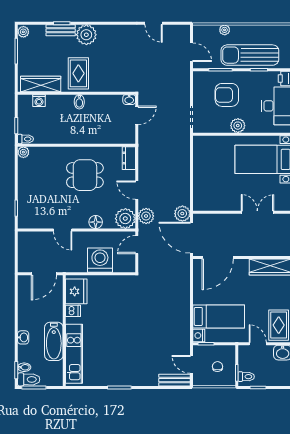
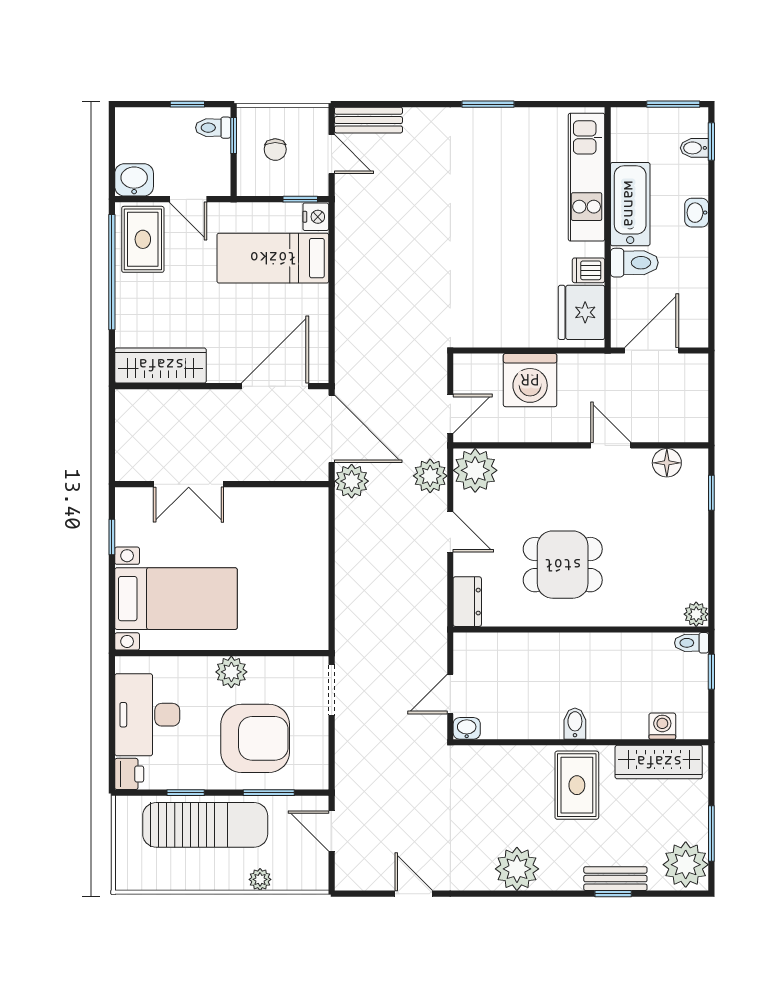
plant: (23, 32) -> (686, 865), width x1.87, depth x1.87
plant: (86, 35) -> (517, 869), moved
armchair: (227, 95) -> (255, 738), width x1.36, depth x1.36
floor lamp: (96, 222) -> (667, 463), moved
toilet: (29, 379) -> (634, 263), moved, turned 180

